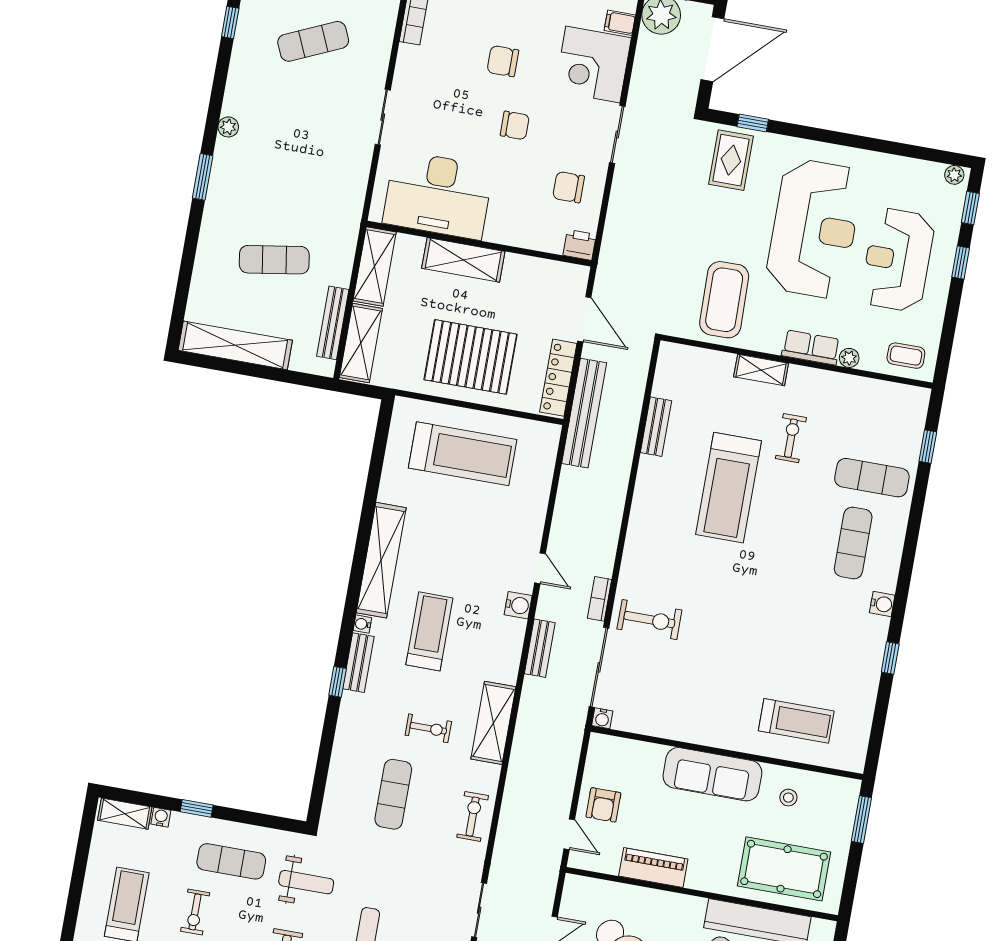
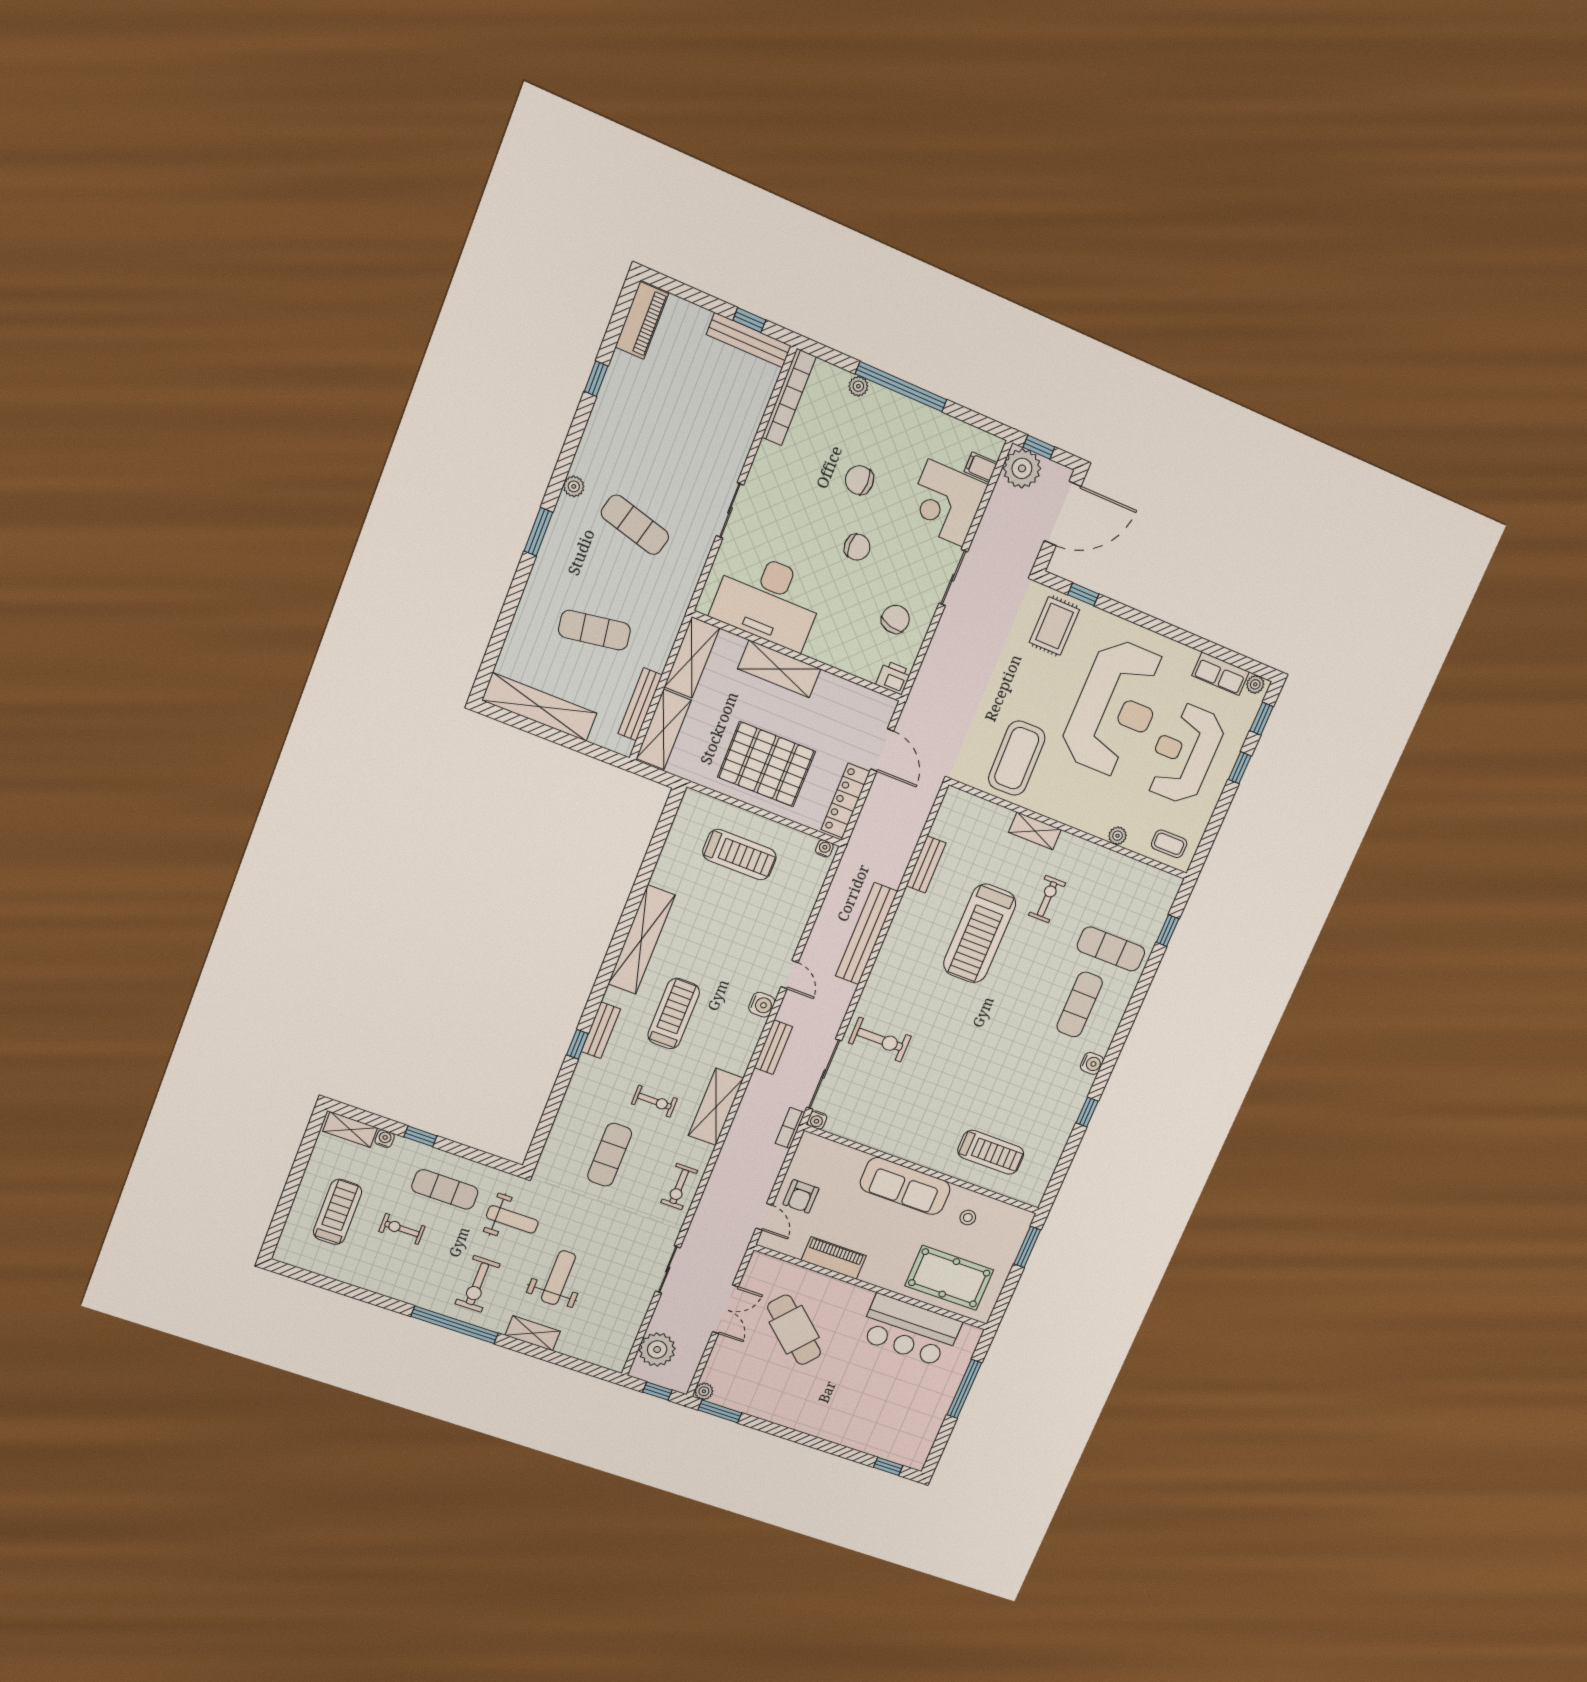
exercise mat: (313, 41) -> (635, 525), moved, turned 39
chair: (569, 187) -> (895, 619), turned 103
row of seats: (811, 347) -> (1221, 674), moved, turned 180
bench: (584, 413) -> (866, 934), moved
treadmill: (463, 454) -> (740, 855), width x0.73, depth x0.73
bookcase: (599, 599) -> (790, 1128), moved
water cooler: (362, 624) -> (824, 848), moved, turned 90
exercise bike: (473, 816) -> (679, 1187), turned 180
exercise bike: (195, 912) -> (402, 1229), turned 90

